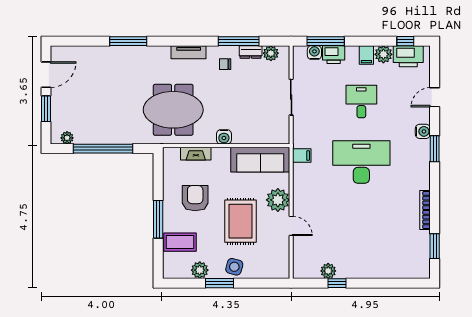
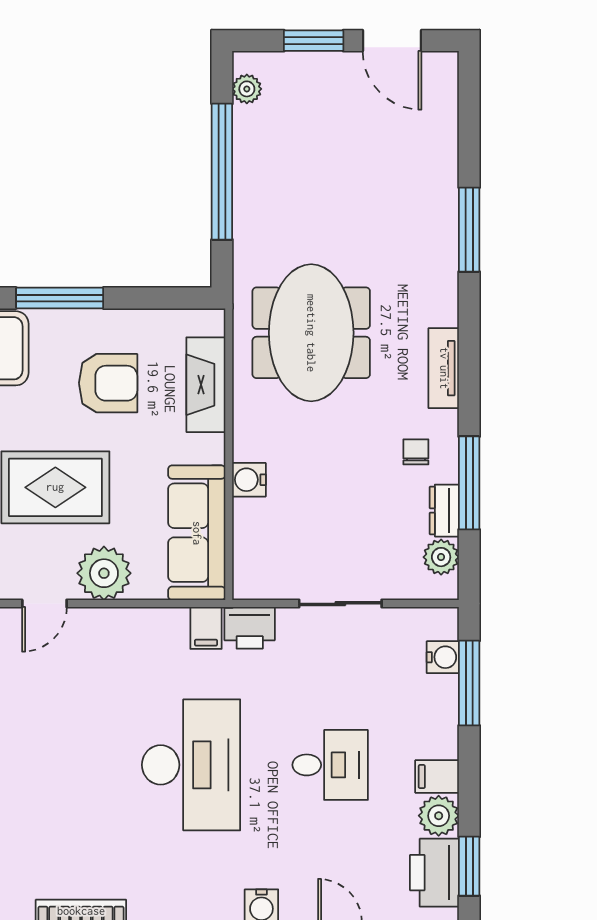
window: (405, 41) -> (469, 866), width x1.50
printer: (334, 55) -> (250, 628), moved, turned -90
water cooler: (224, 137) -> (249, 480), moved
fireplace: (196, 154) -> (206, 385), width x1.37, depth x1.32

